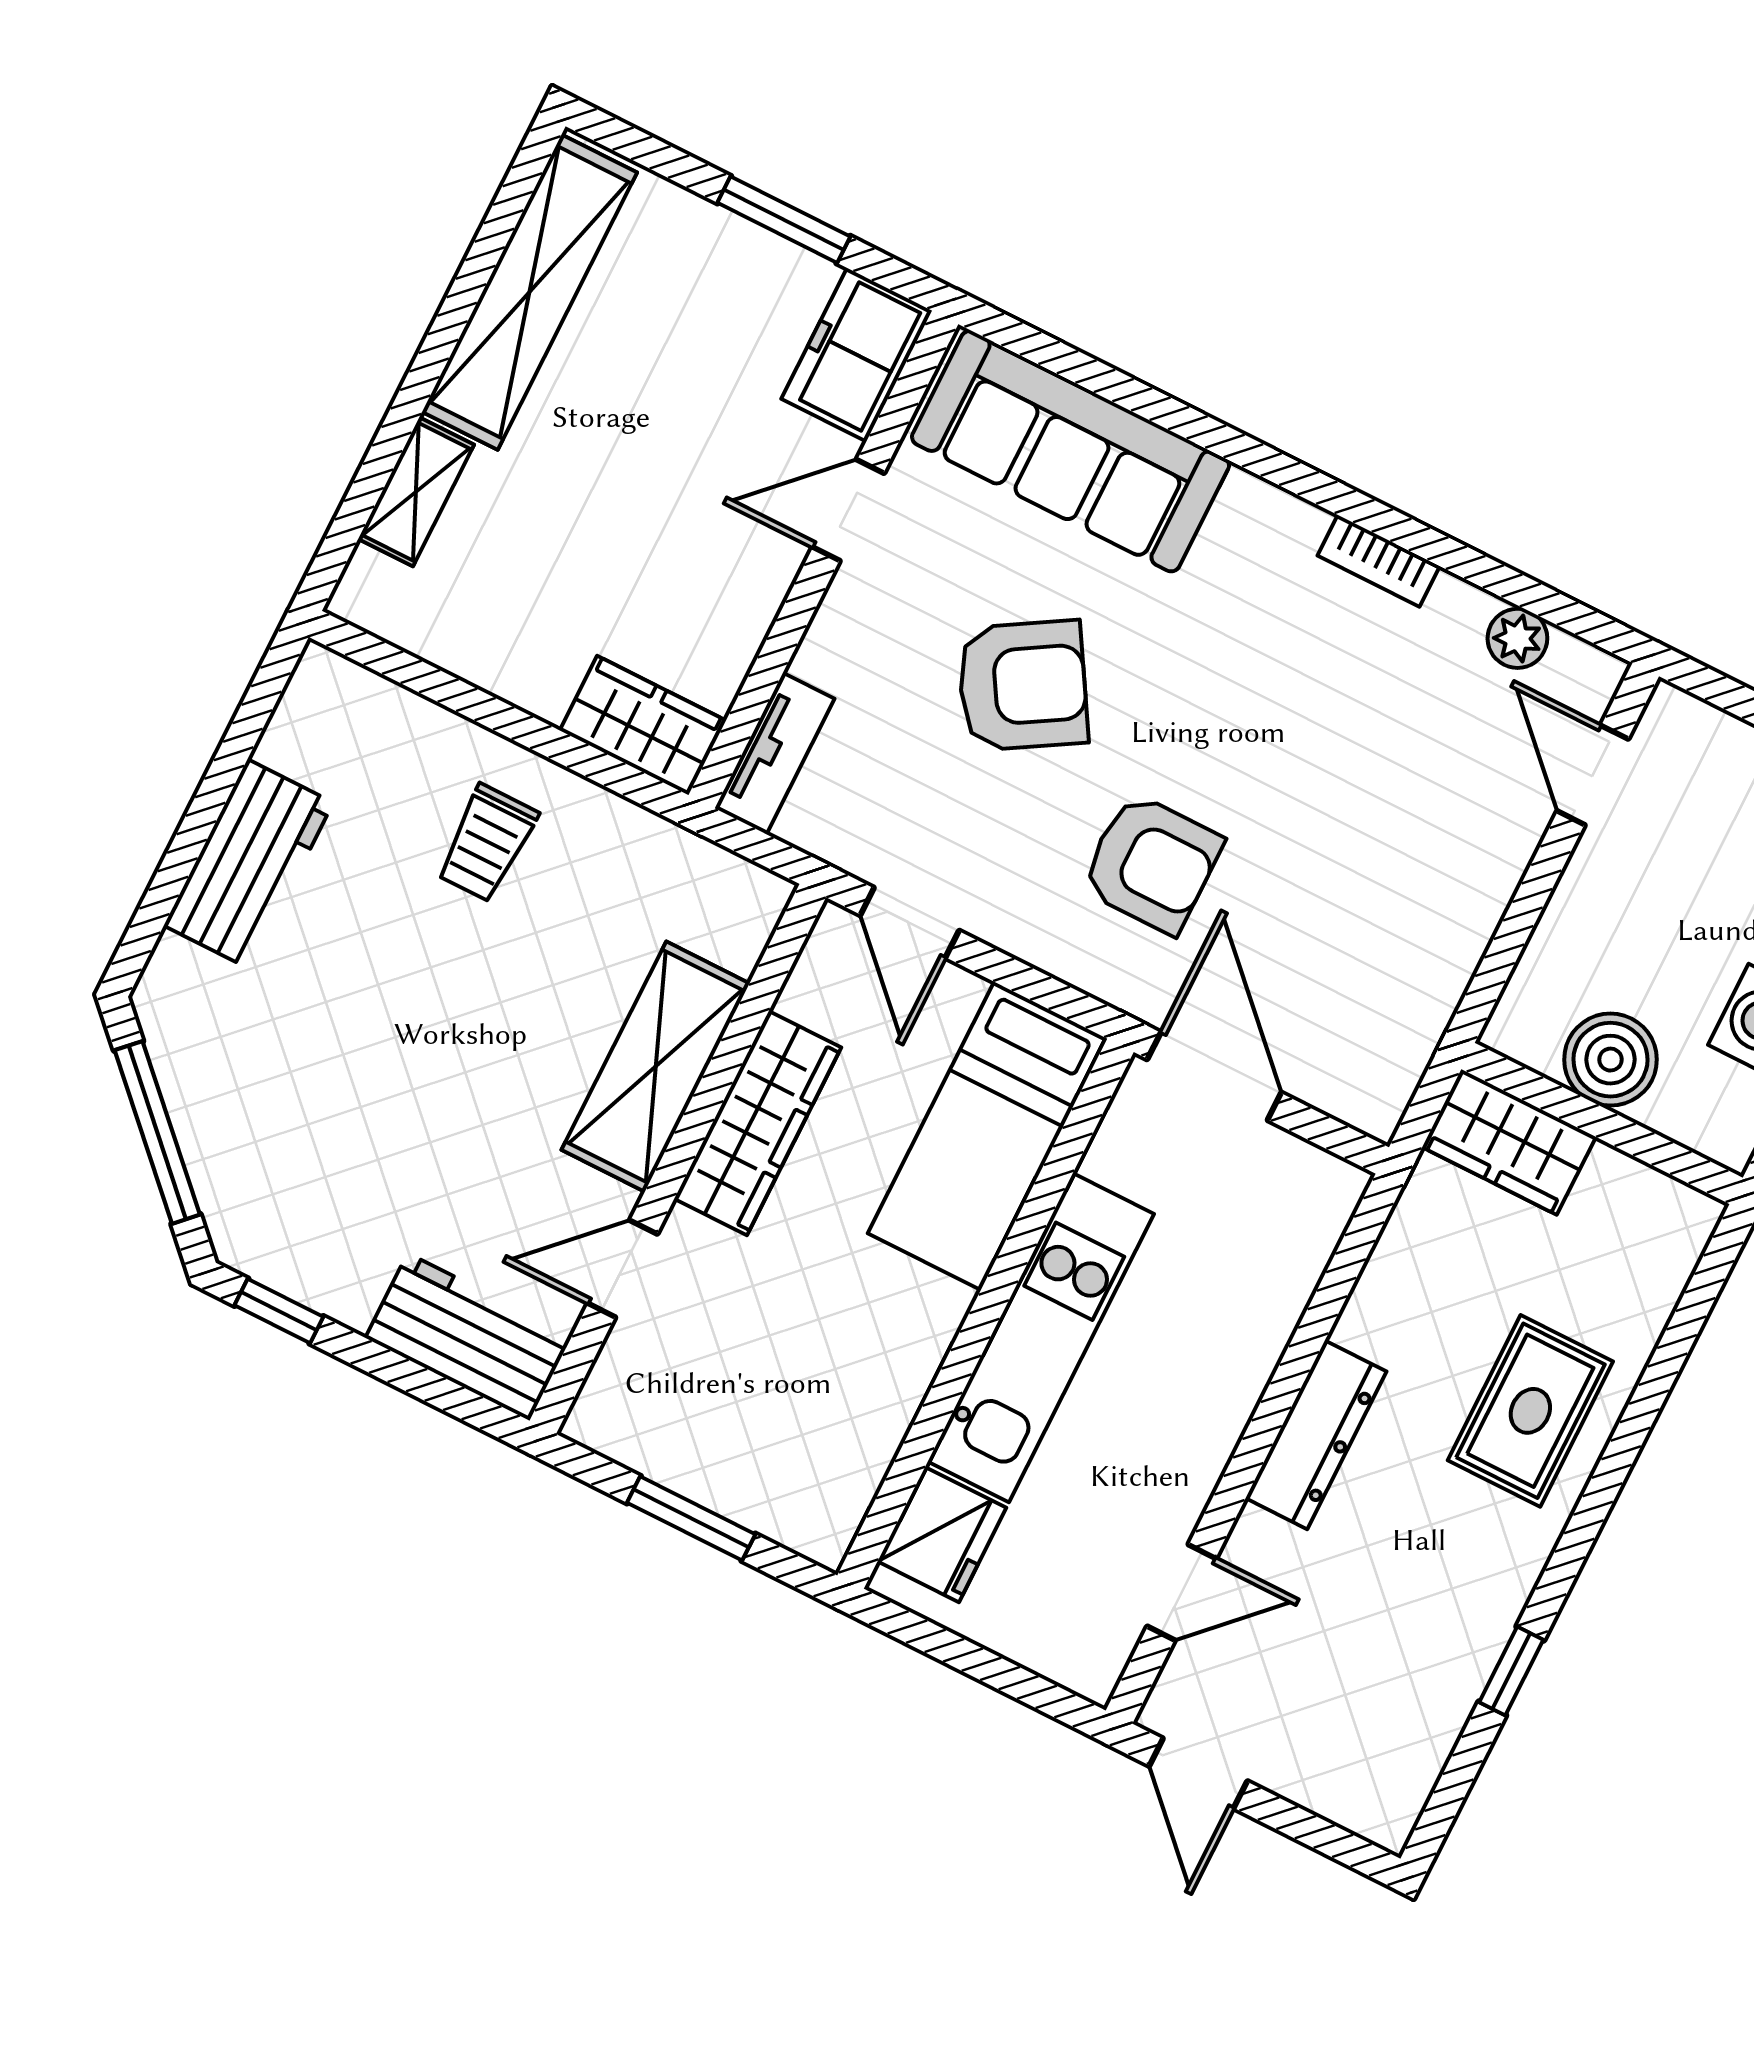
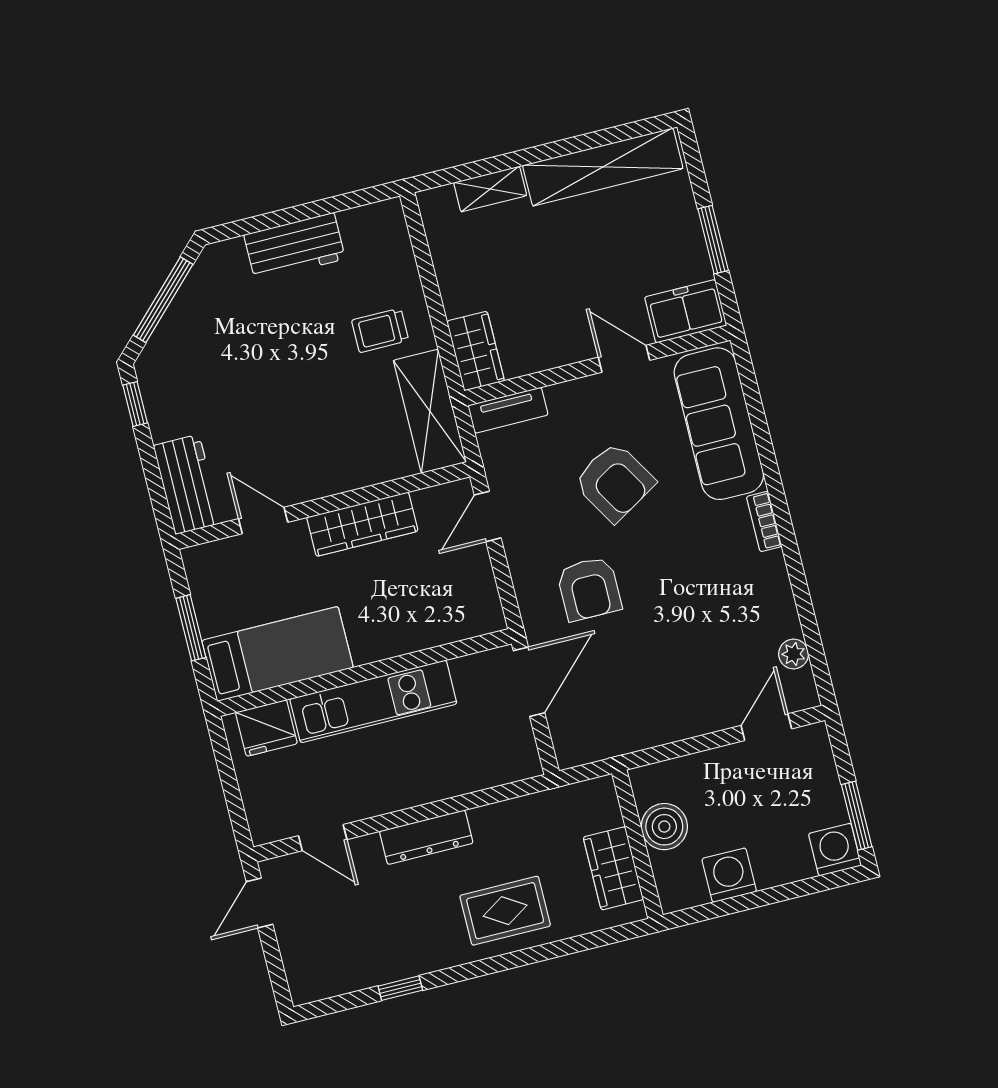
bookcase: (1379, 561) -> (764, 521), moved
shelving: (656, 1067) -> (430, 411), moved, turned 90
bed: (988, 1136) -> (277, 654), moved, turned 180
wardrobe: (1509, 1142) -> (613, 868), moved

